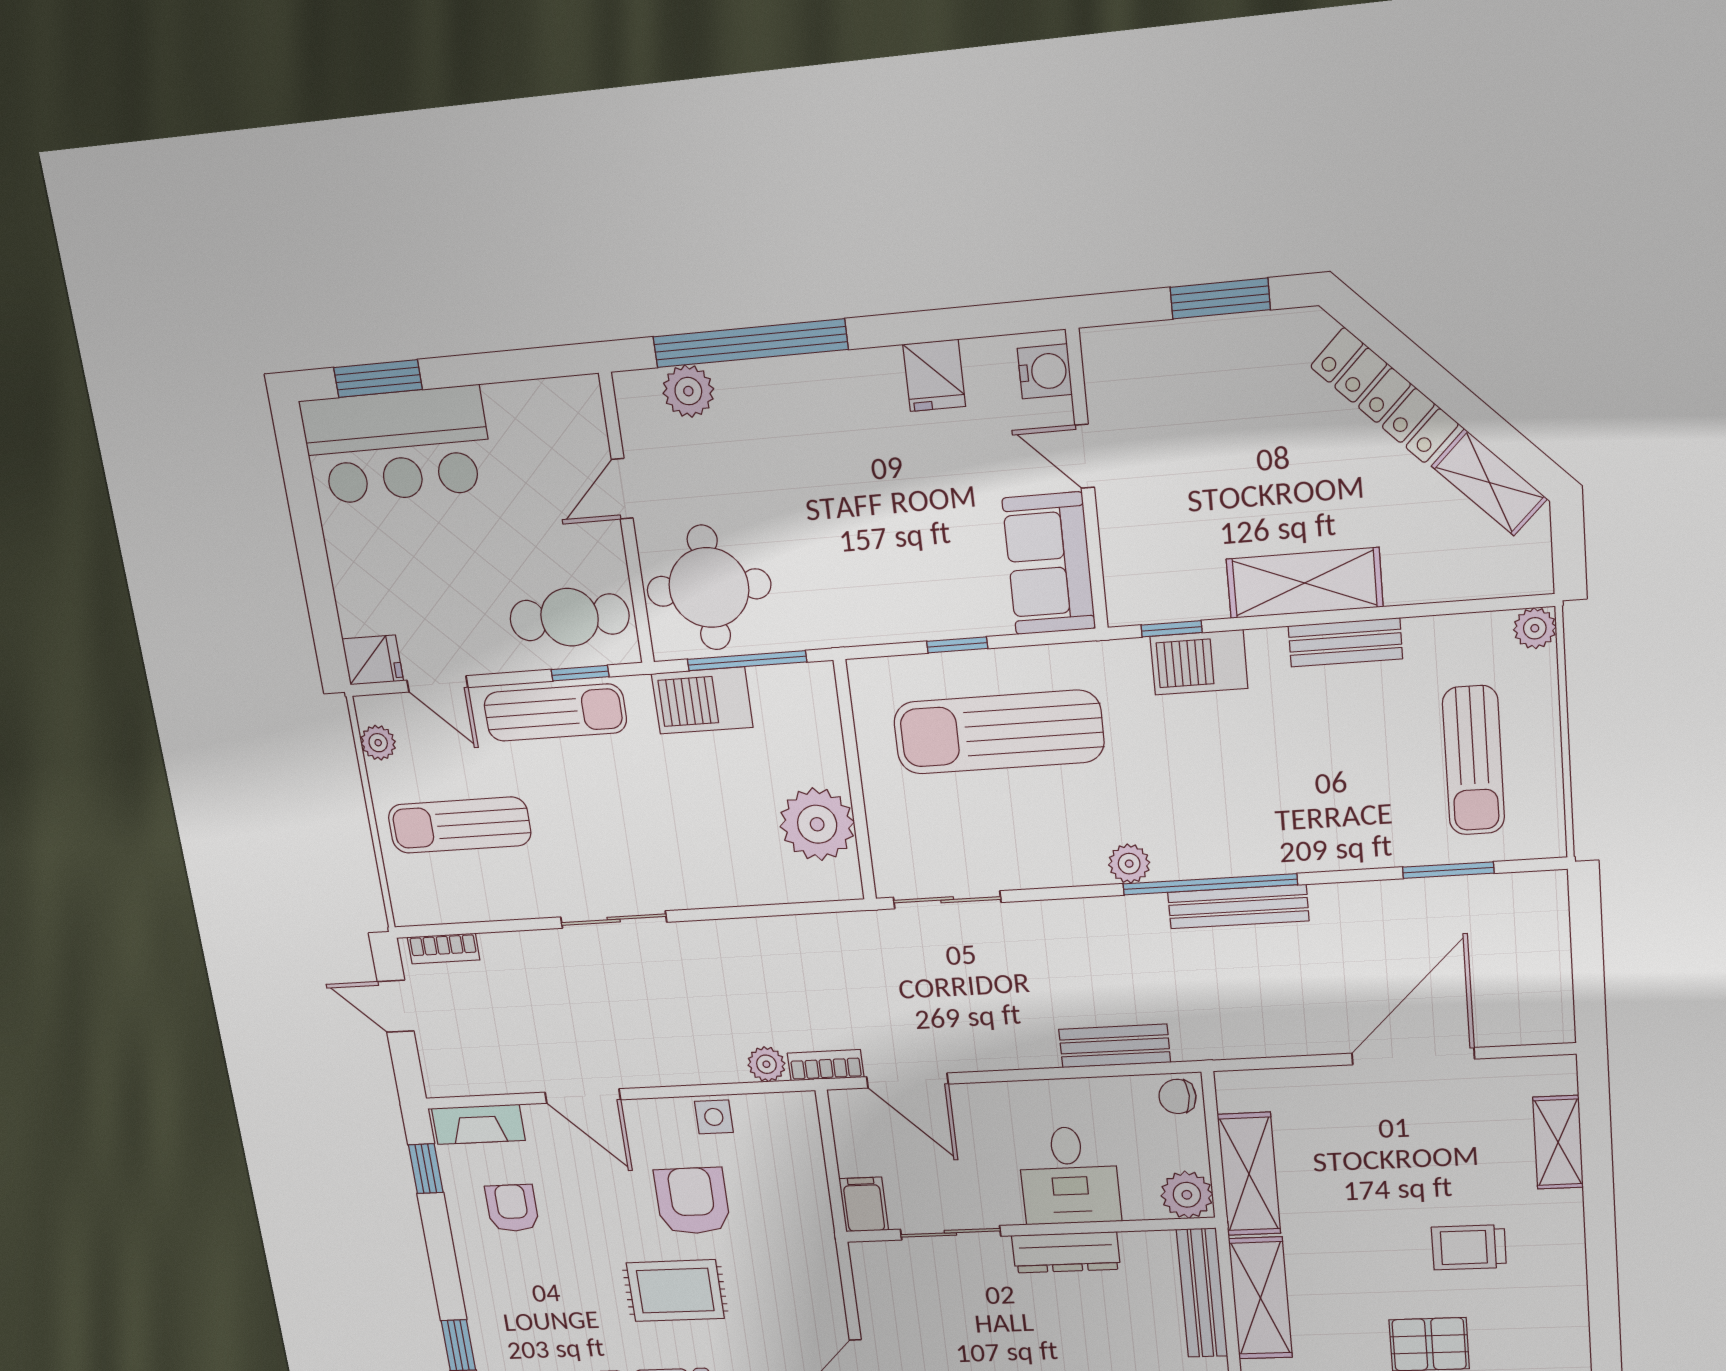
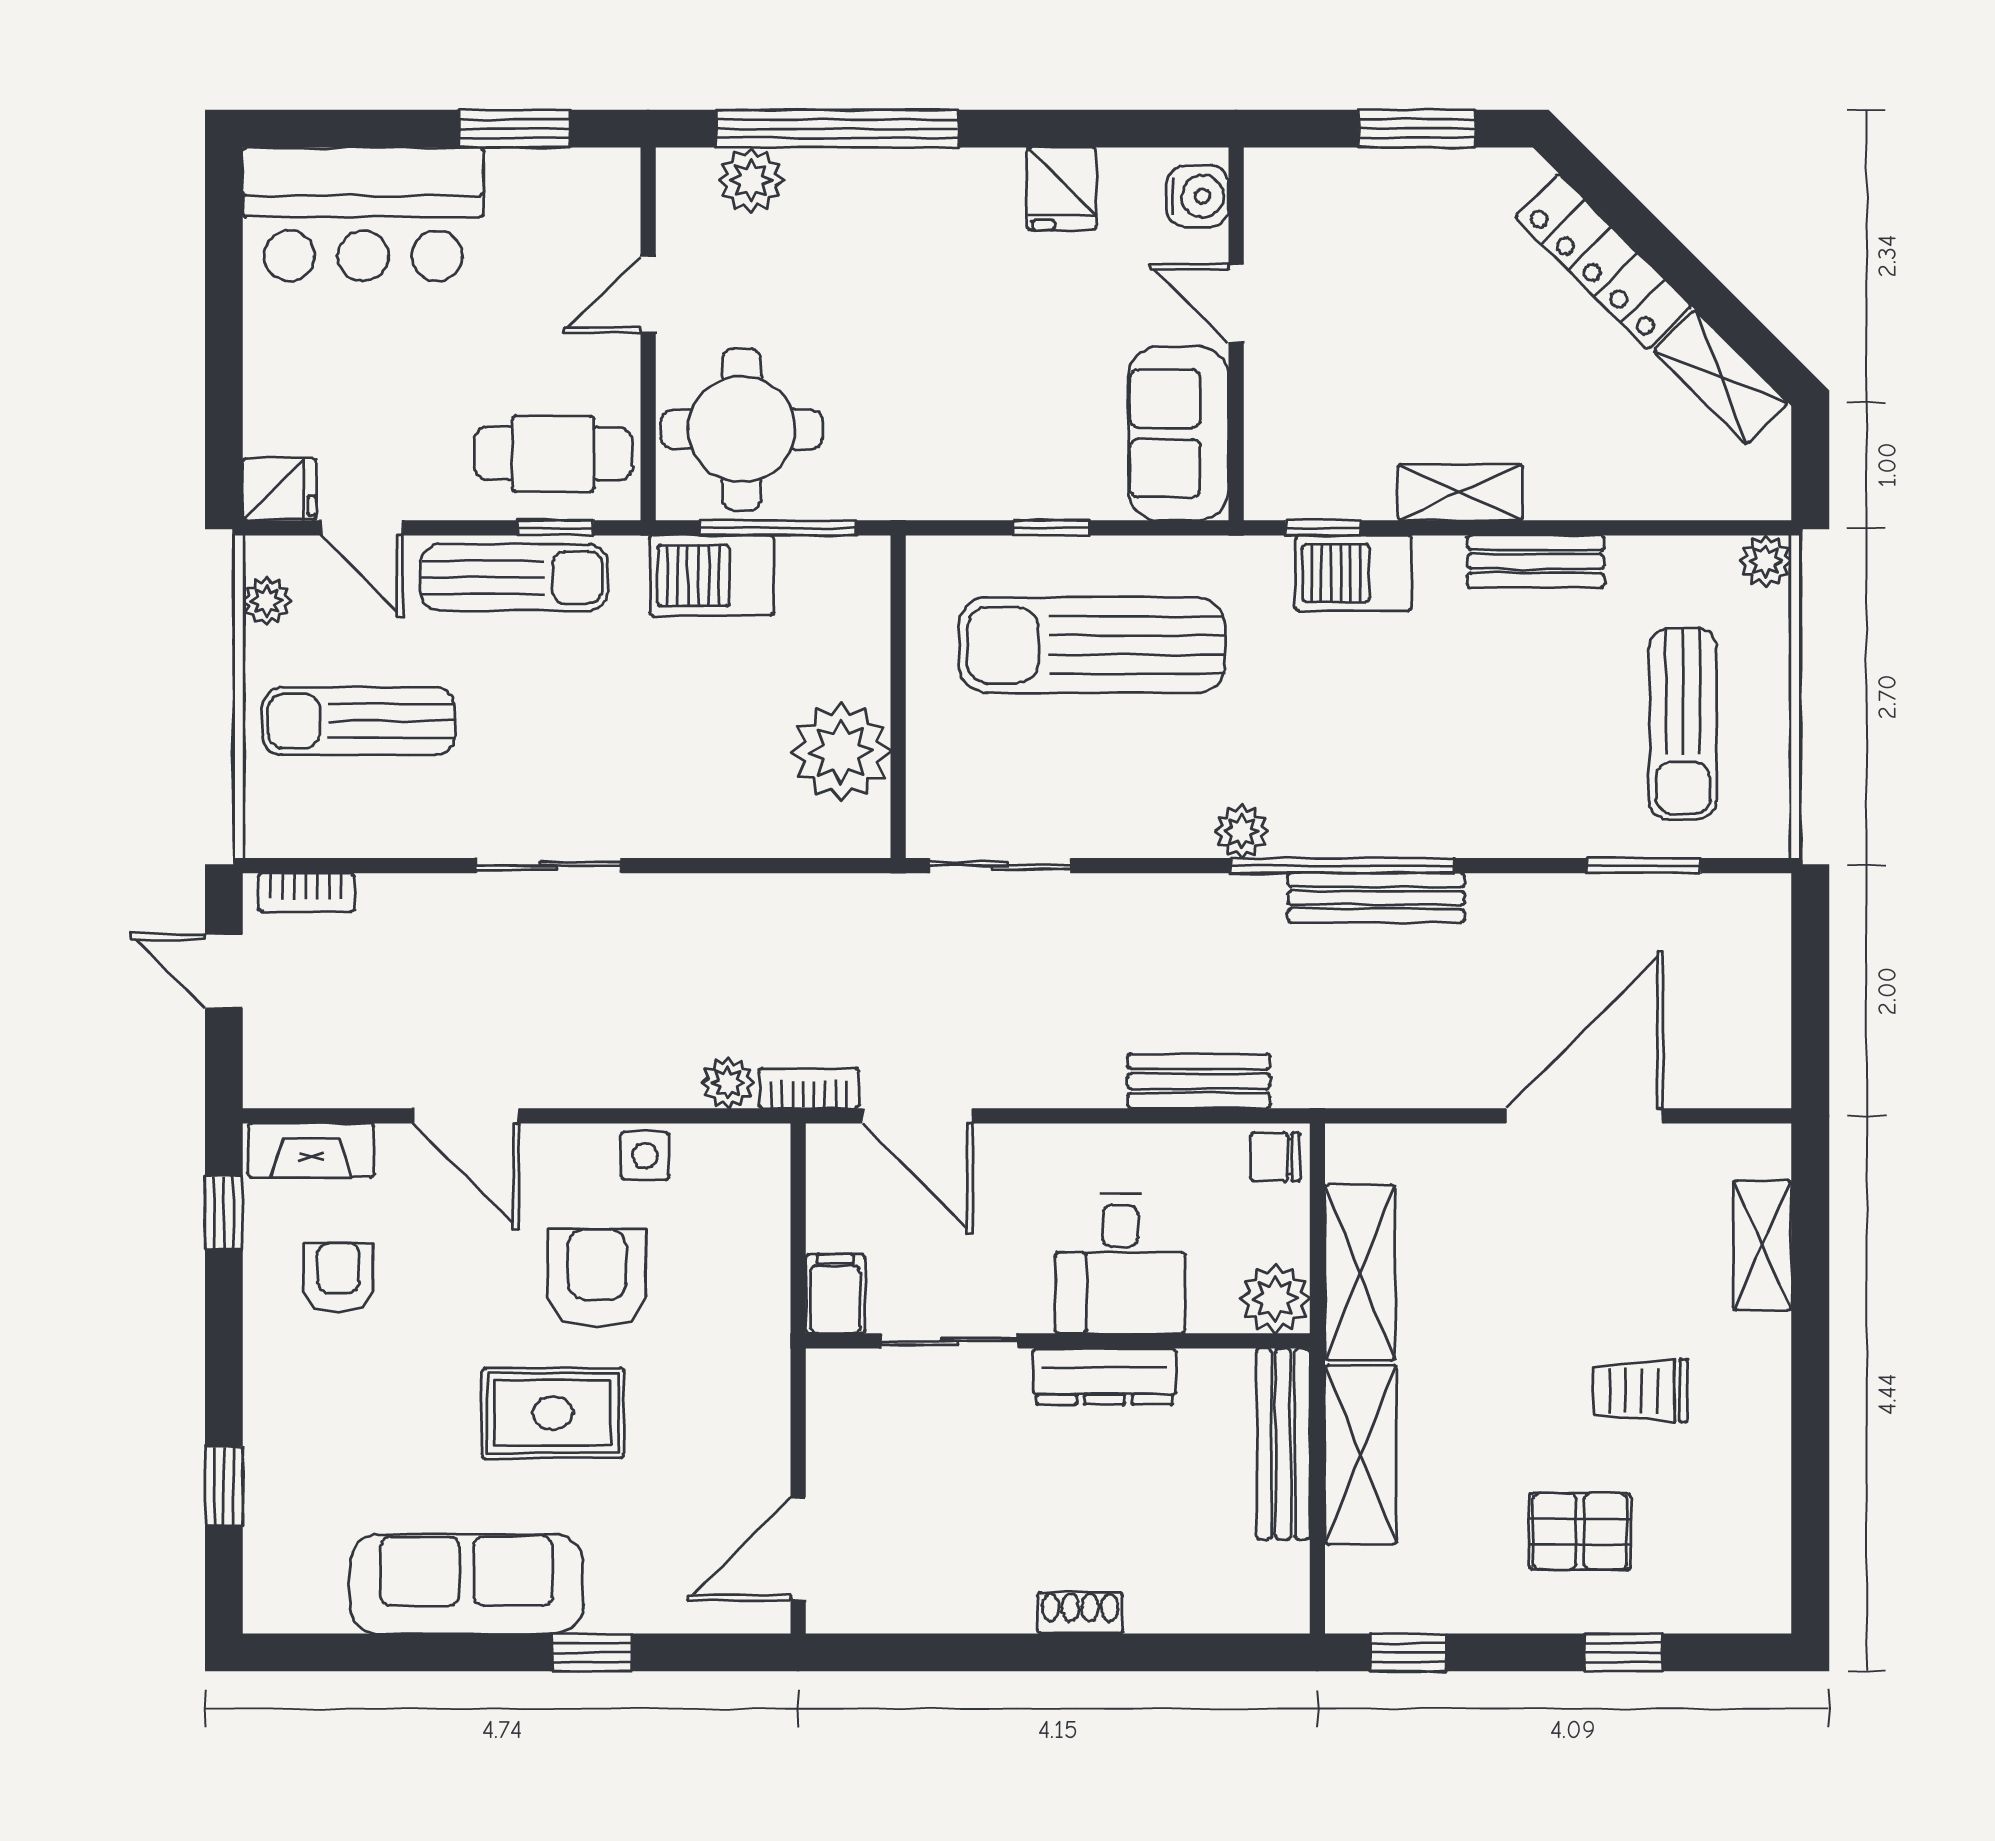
window: (378, 379) -> (514, 129), moved
shelving: (1305, 583) -> (1460, 492), width x0.67, depth x0.75

